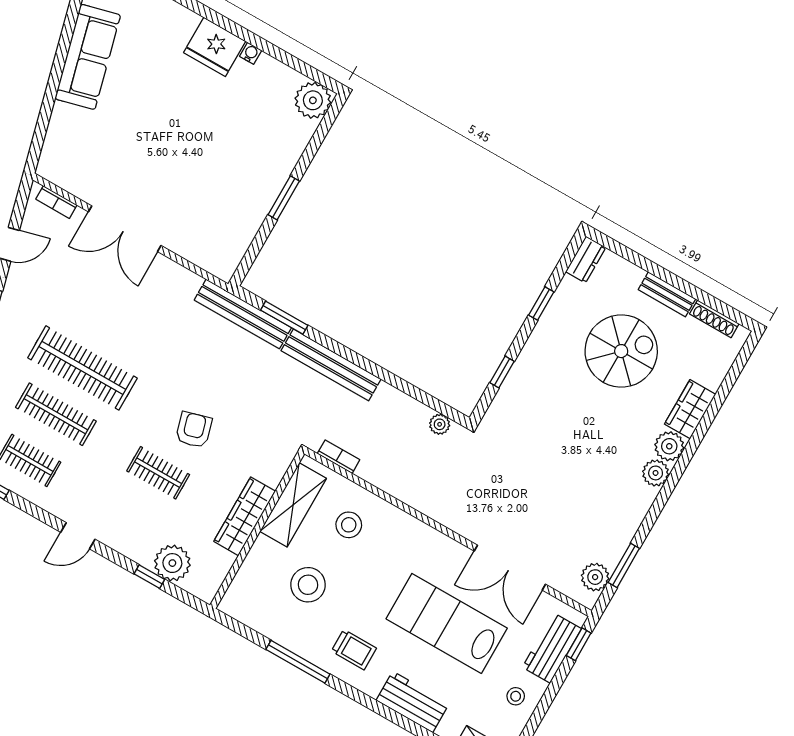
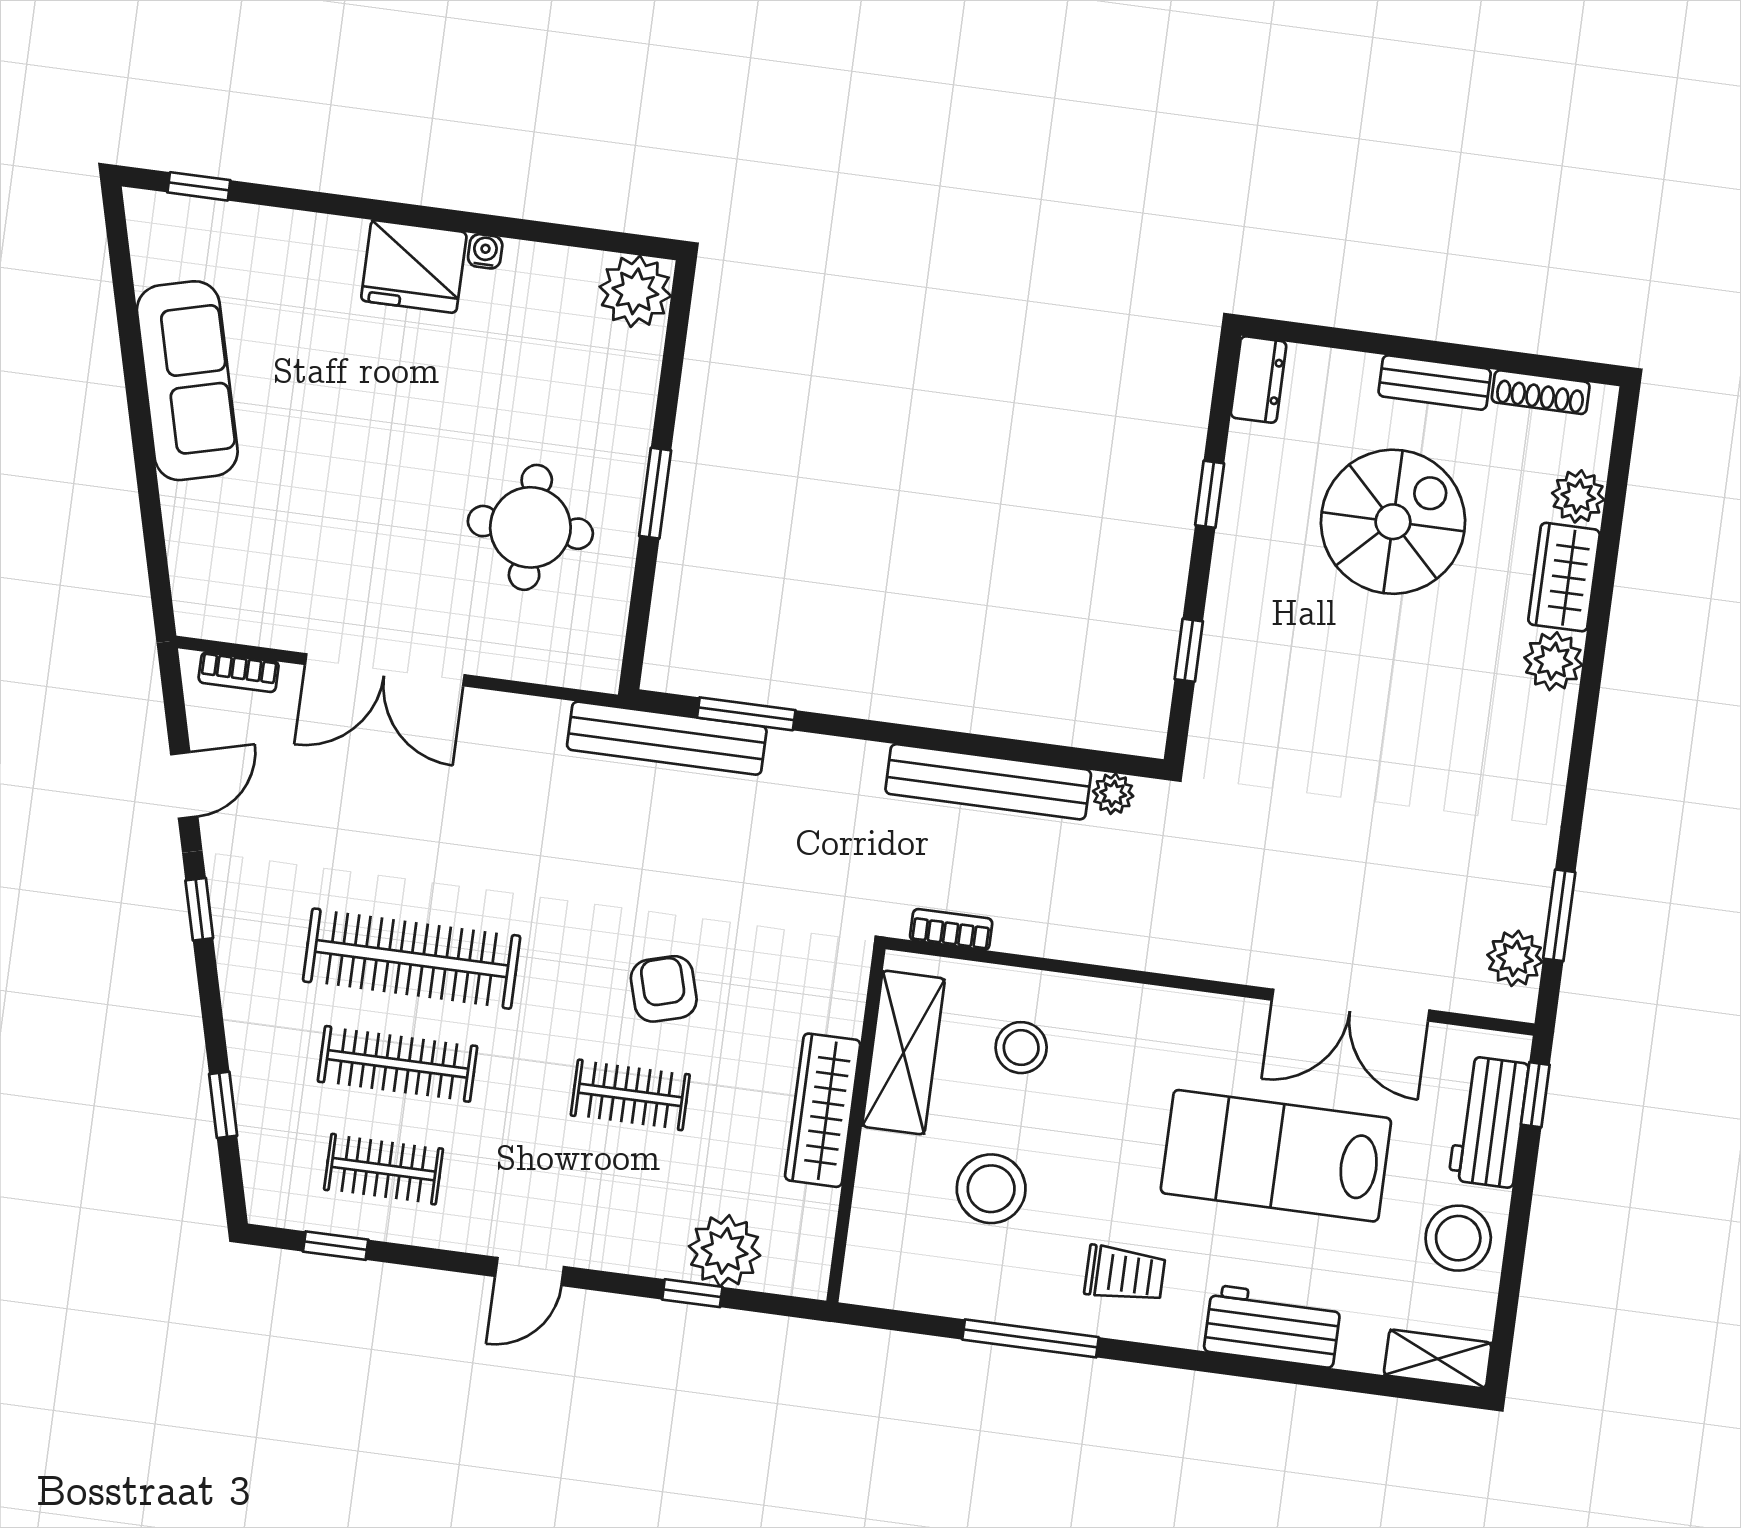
round table: (219, 190) -> (530, 527), added
bench: (331, 365) -> (988, 782), moved
plant: (656, 473) -> (1578, 496), moved
stool: (516, 696) -> (1458, 1238), width x1.89, depth x1.89

